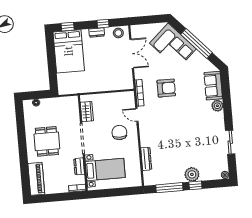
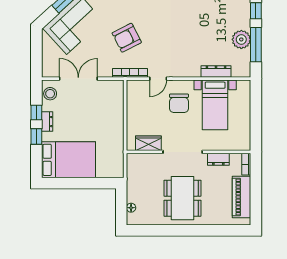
window: (68, 27) -> (36, 136), moved
armchair: (166, 88) -> (127, 38), turned -117
chair: (119, 132) -> (179, 103), turned -90
dining table: (47, 141) -> (183, 198), width x1.37
bed with nightstands: (105, 170) -> (215, 105), moved, turned 180
plant: (192, 174) -> (241, 39), moved
piano: (36, 179) -> (242, 197), moved, turned -90

